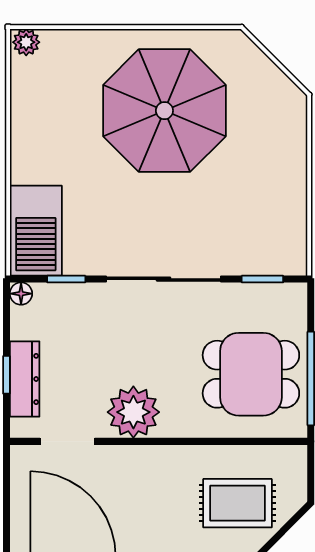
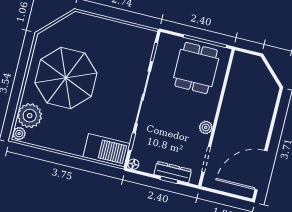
plant: (68, 55) -> (30, 116), added
plant: (133, 412) -> (206, 127), width x0.53, depth x0.53
rug: (237, 503) -> (254, 89), removed

